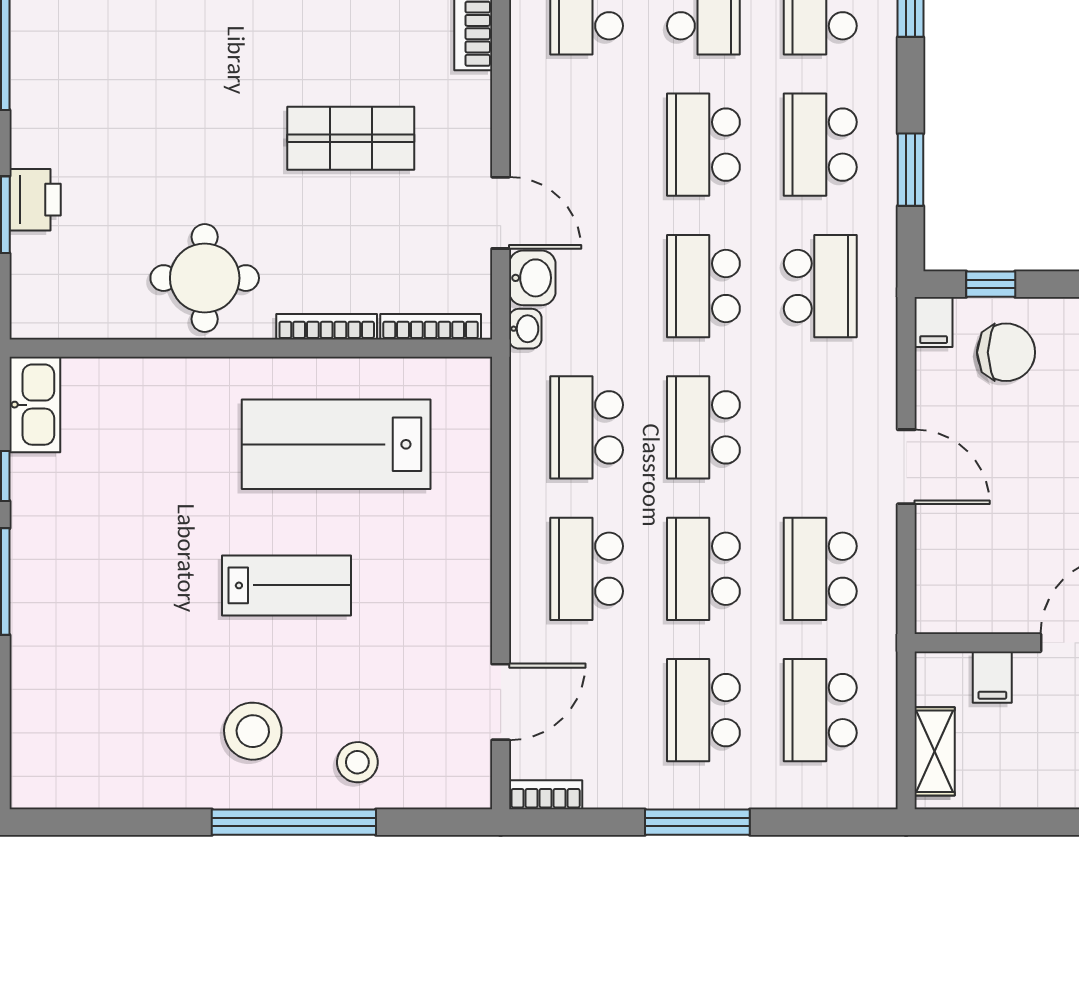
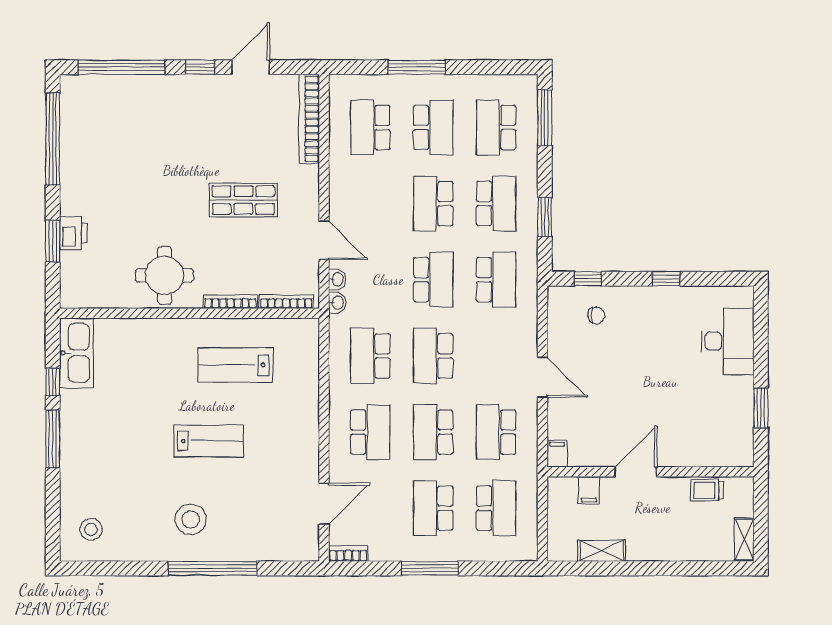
school desk: (820, 145) -> (496, 204), turned 180
washbasin: (532, 278) -> (337, 279), width x0.72, depth x0.69
school desk: (703, 286) -> (433, 280), turned 180
filing cabinet: (934, 322) -> (557, 454), moved, turned 180
chair: (1006, 352) -> (596, 315), width x0.54, depth x0.54
kitchen sink: (35, 405) -> (76, 353), width x1.36, depth x1.24
lab bench: (336, 444) -> (235, 365), width x0.73, depth x0.72
school desk: (587, 569) -> (370, 432), turned 180
school desk: (820, 710) -> (496, 508), turned 180
shelving: (935, 751) -> (602, 551), moved, turned 90
stool: (357, 762) -> (91, 529), moved

